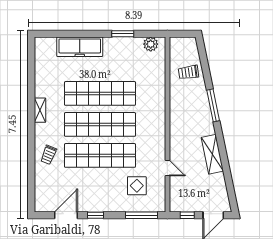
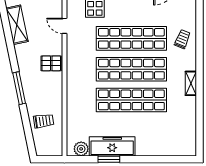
freezer: (80, 47) -> (112, 146), moved
pallet: (181, 130) -> (51, 63), added
shelving: (212, 154) -> (17, 25), moved

